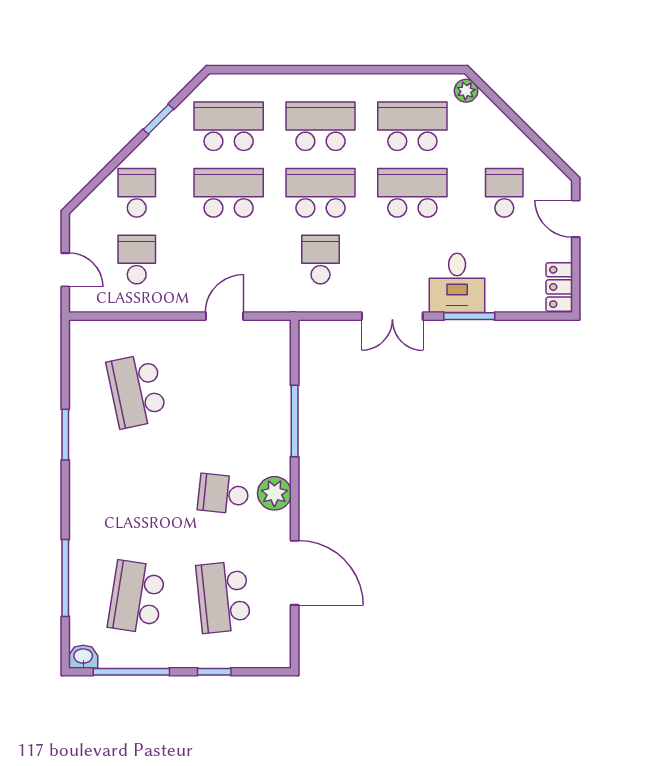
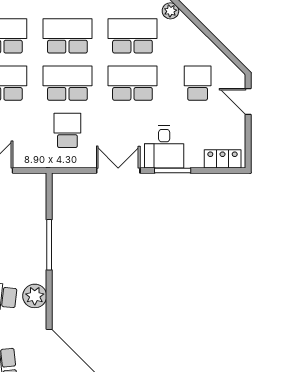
locker: (559, 287) -> (223, 159), moved, turned 90
double door: (392, 316) -> (118, 171), swing flipped

